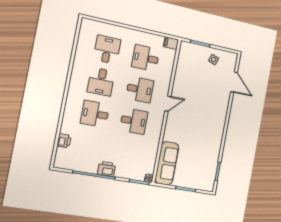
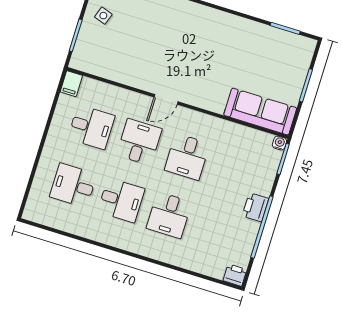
desk: (146, 58) -> (91, 127), turned -90
door: (168, 104) -> (166, 99), swing flipped
desk: (134, 121) -> (187, 157), turned 180
printer: (64, 141) -> (235, 275), moved

